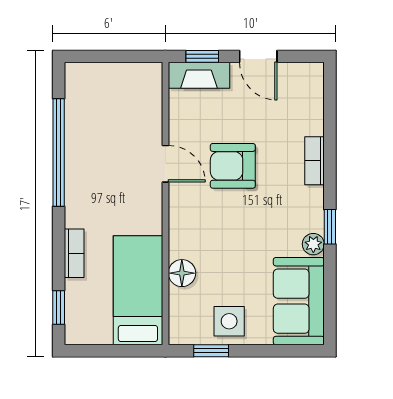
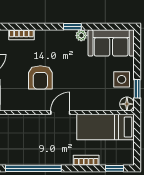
bookcase: (314, 161) -> (21, 35), moved
door: (165, 164) -> (60, 113), moved
floor lamp: (182, 273) -> (127, 104), moved

